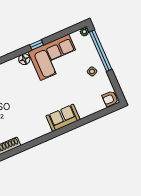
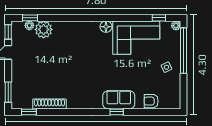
window: (37, 45) -> (159, 18), moved
armchair: (110, 99) -> (151, 101), moved
window: (66, 129) -> (117, 112), added

